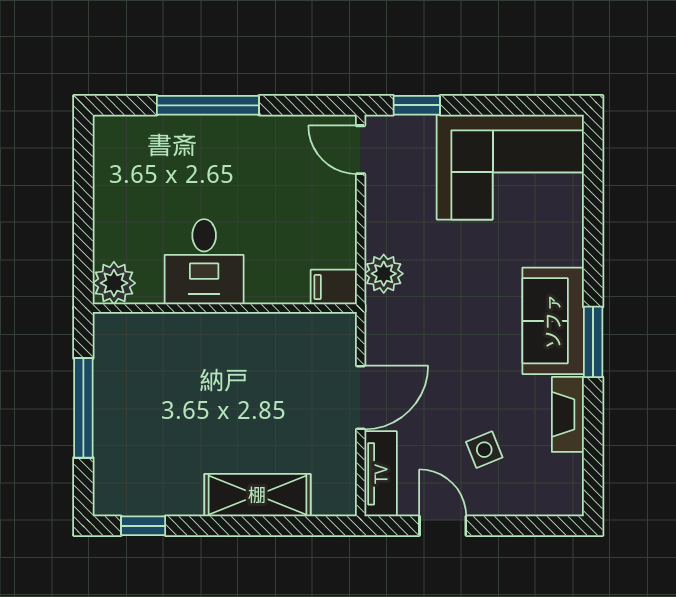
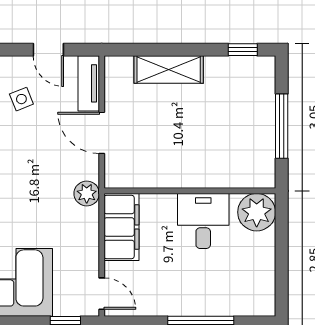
plant: (384, 274) -> (87, 193), moved
plant: (114, 283) -> (257, 212), width x1.36, depth x1.36
filing cabinet: (334, 287) -> (122, 227), width x3.00, depth x1.17
door: (361, 397) -> (102, 133), hinge flipped

